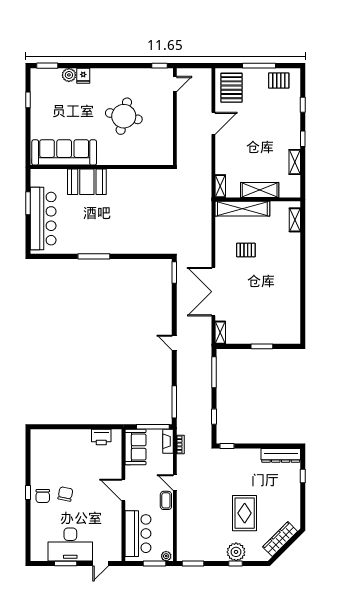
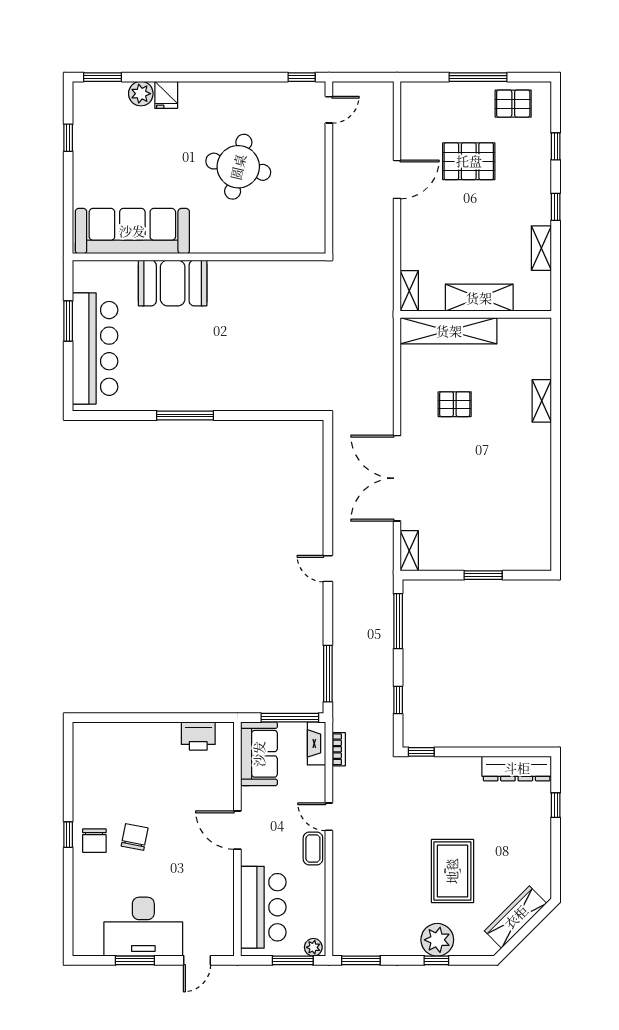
pallet: (231, 88) -> (469, 161), moved, turned 90
shelving: (295, 220) -> (542, 401), moved
window: (174, 272) -> (328, 444), removed

